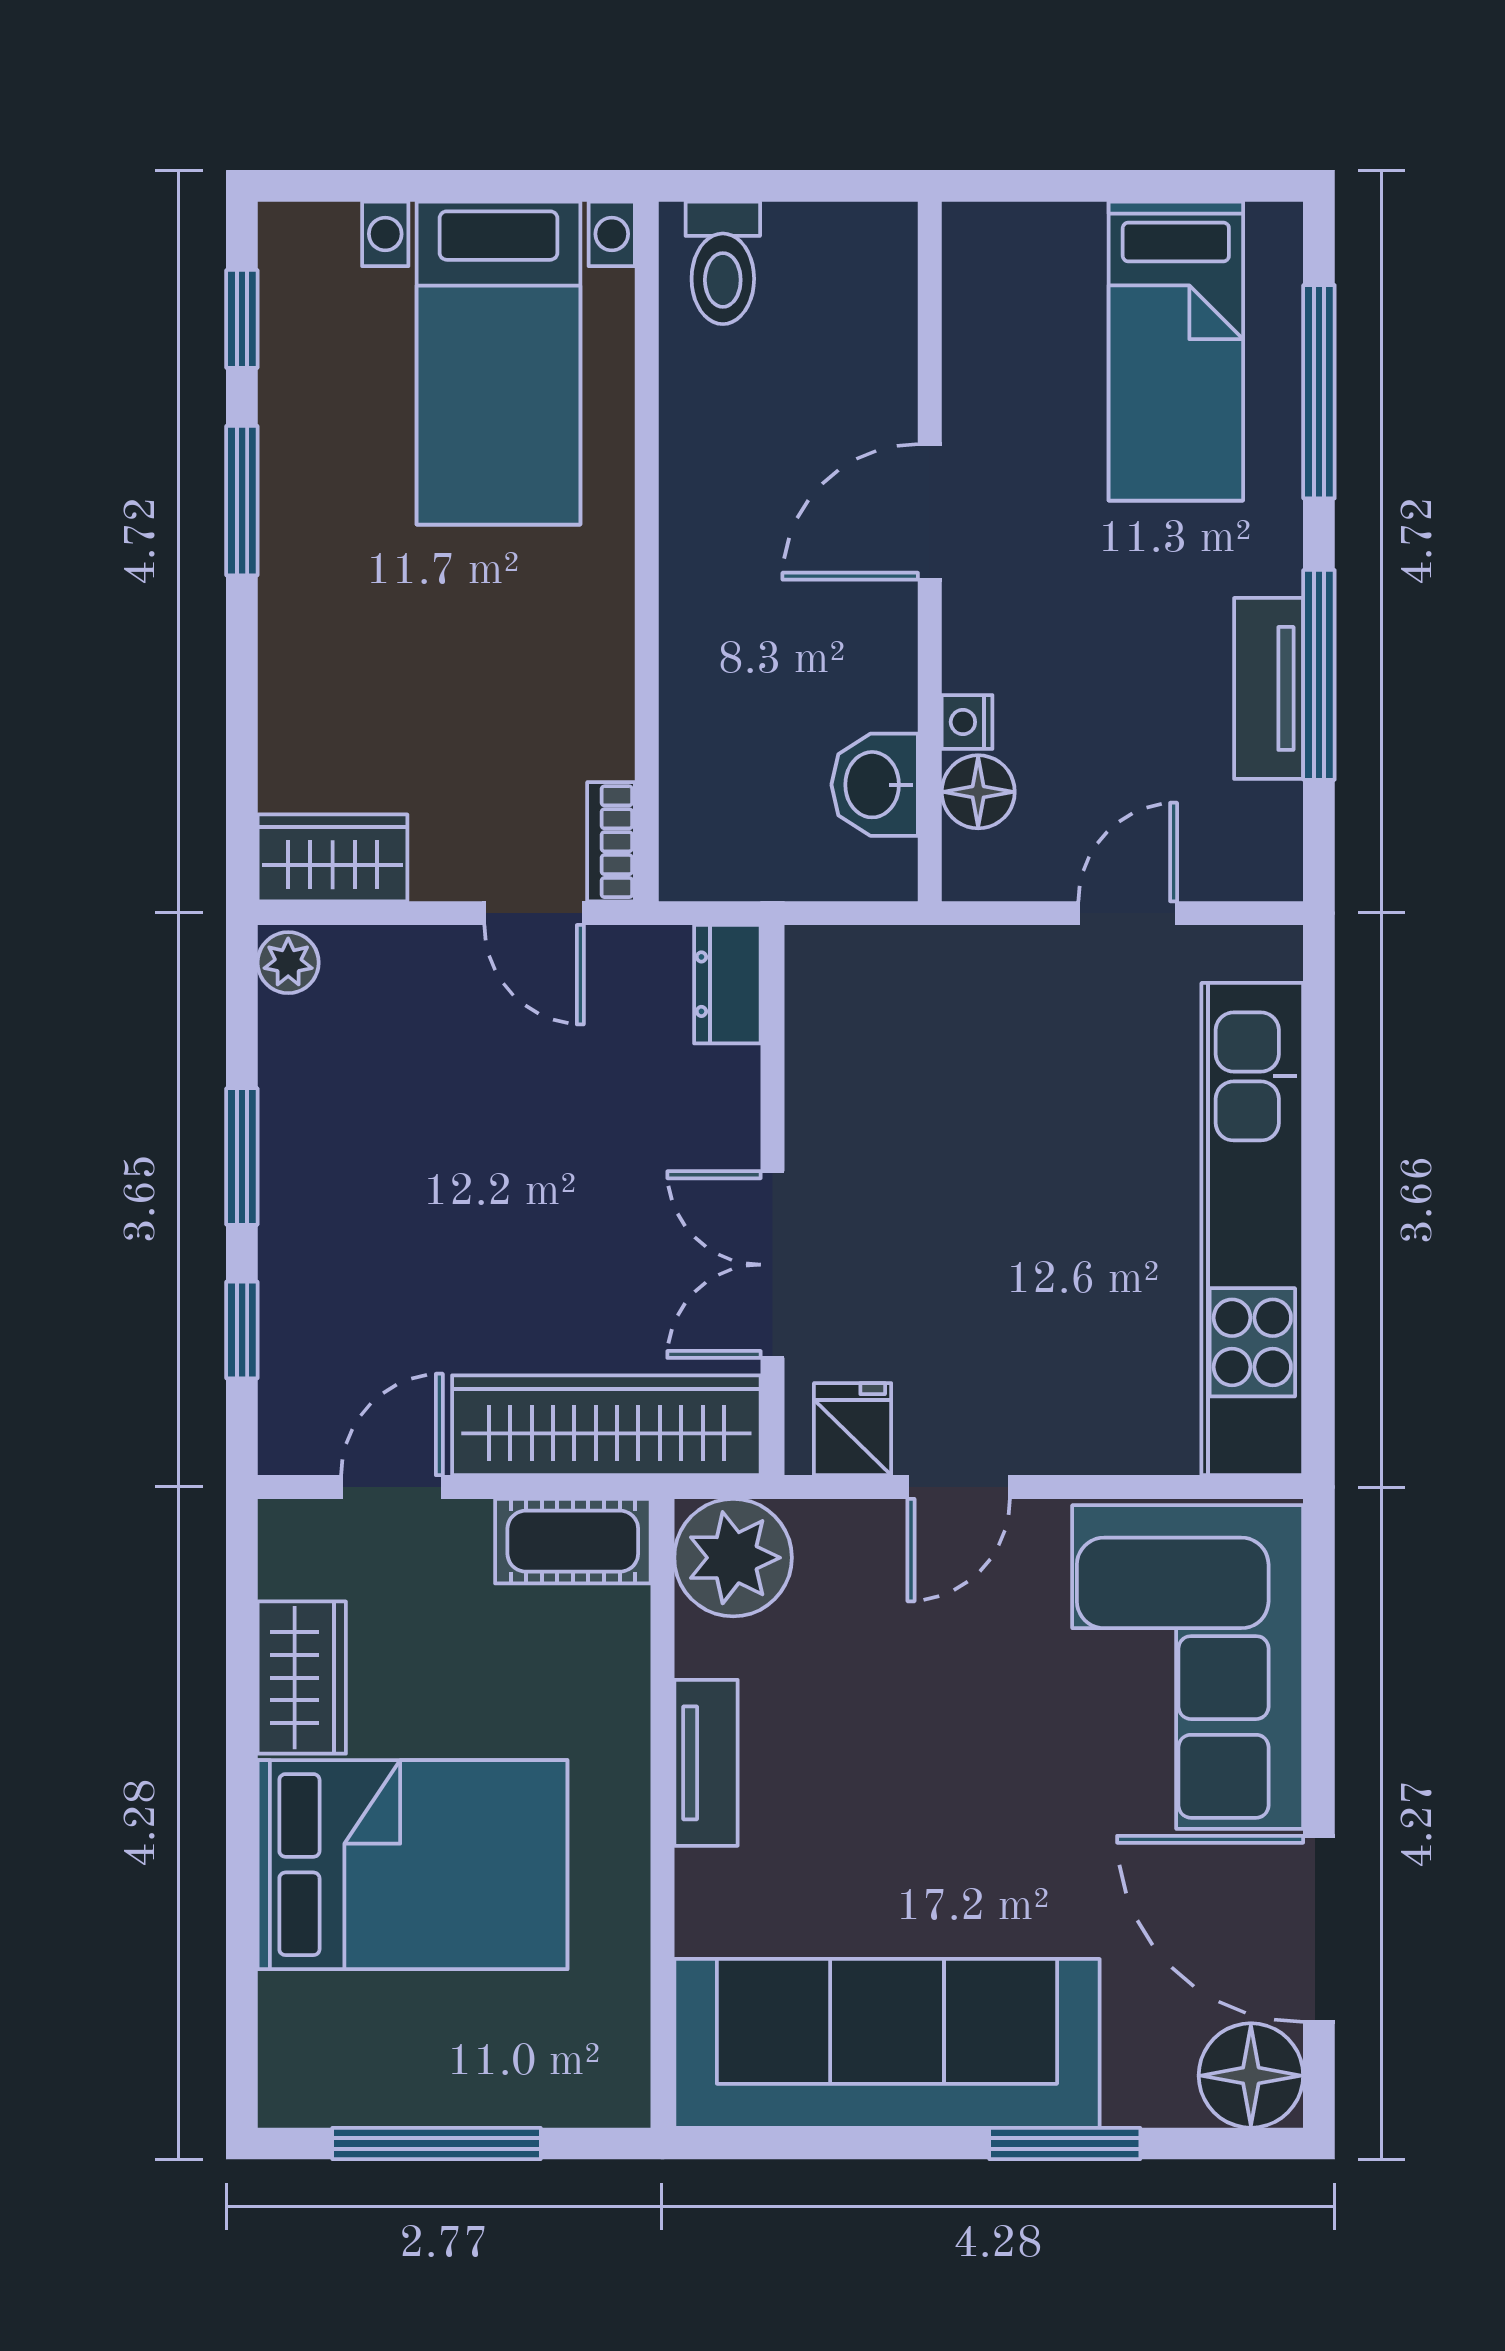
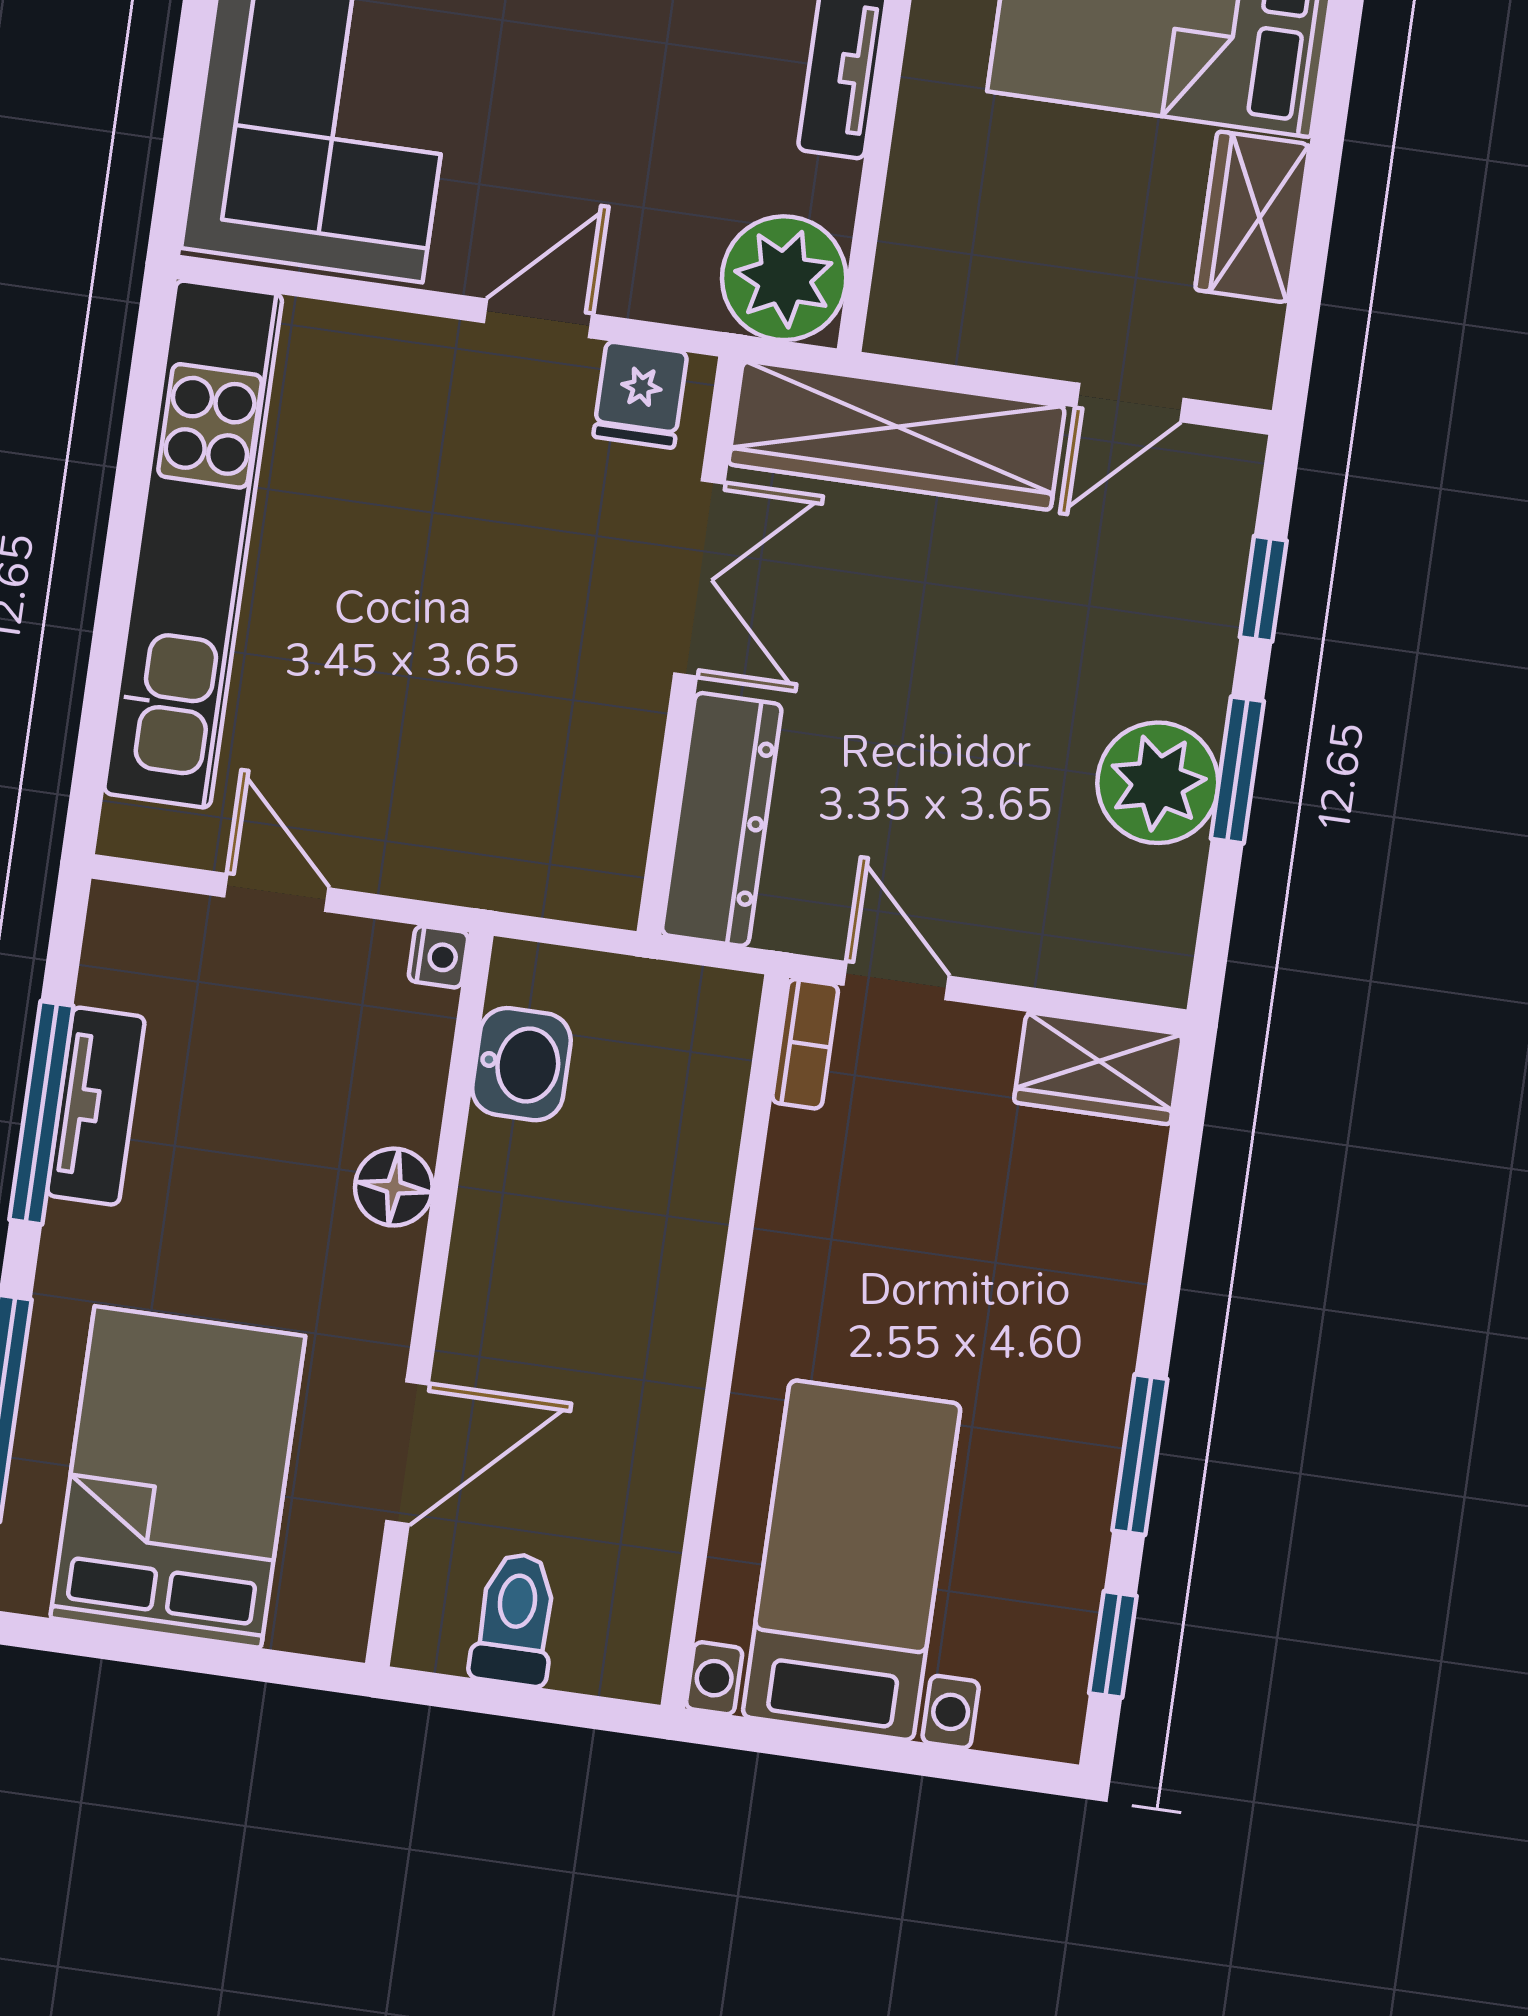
toilet: (723, 263) -> (515, 1619), moved
bed: (1176, 351) -> (178, 1477), width x1.50
door: (930, 512) -> (408, 1453), moved
nightstand: (967, 722) -> (438, 957), moved
floor lamp: (978, 792) -> (394, 1187), moved
door: (1128, 913) -> (276, 892), swing flipped
plant: (288, 963) -> (1158, 783), moved, width x1.87, depth x1.87
dresser: (727, 984) -> (722, 819), width x1.96, depth x1.24
cot: (573, 1541) -> (949, 319), removed

